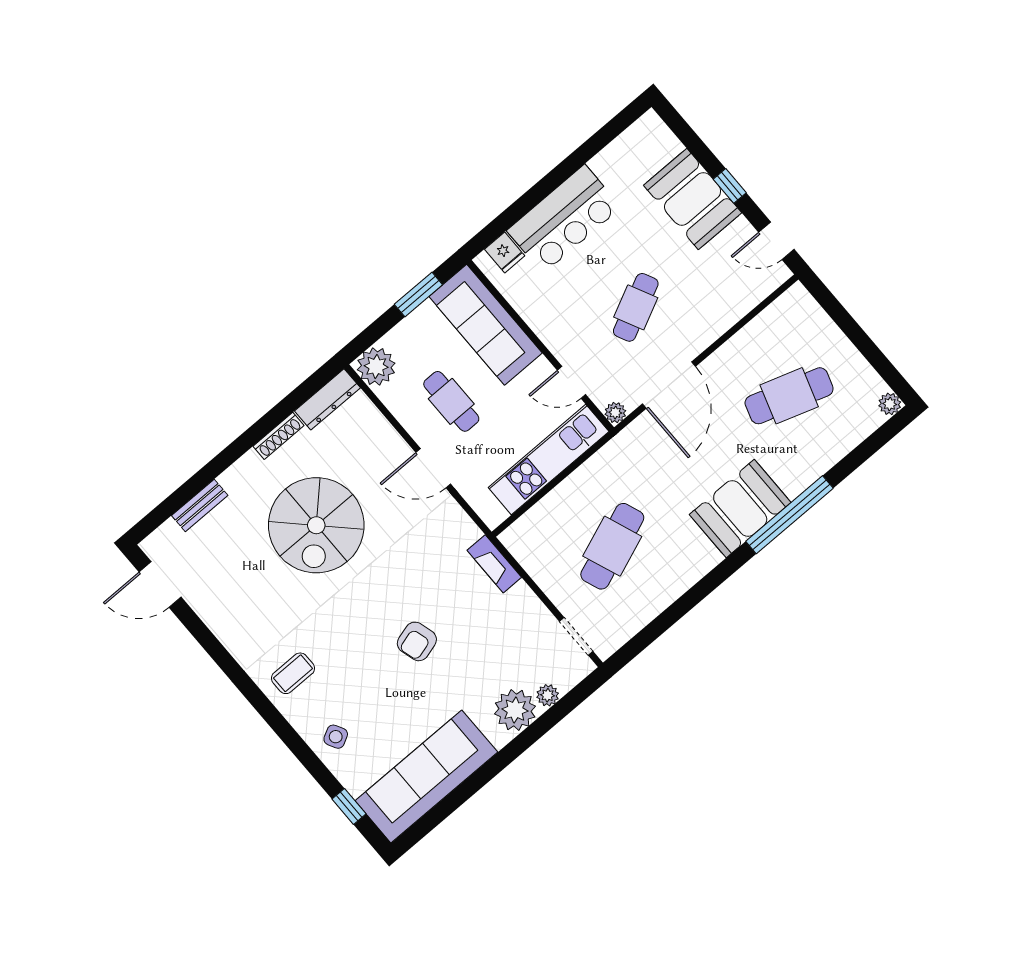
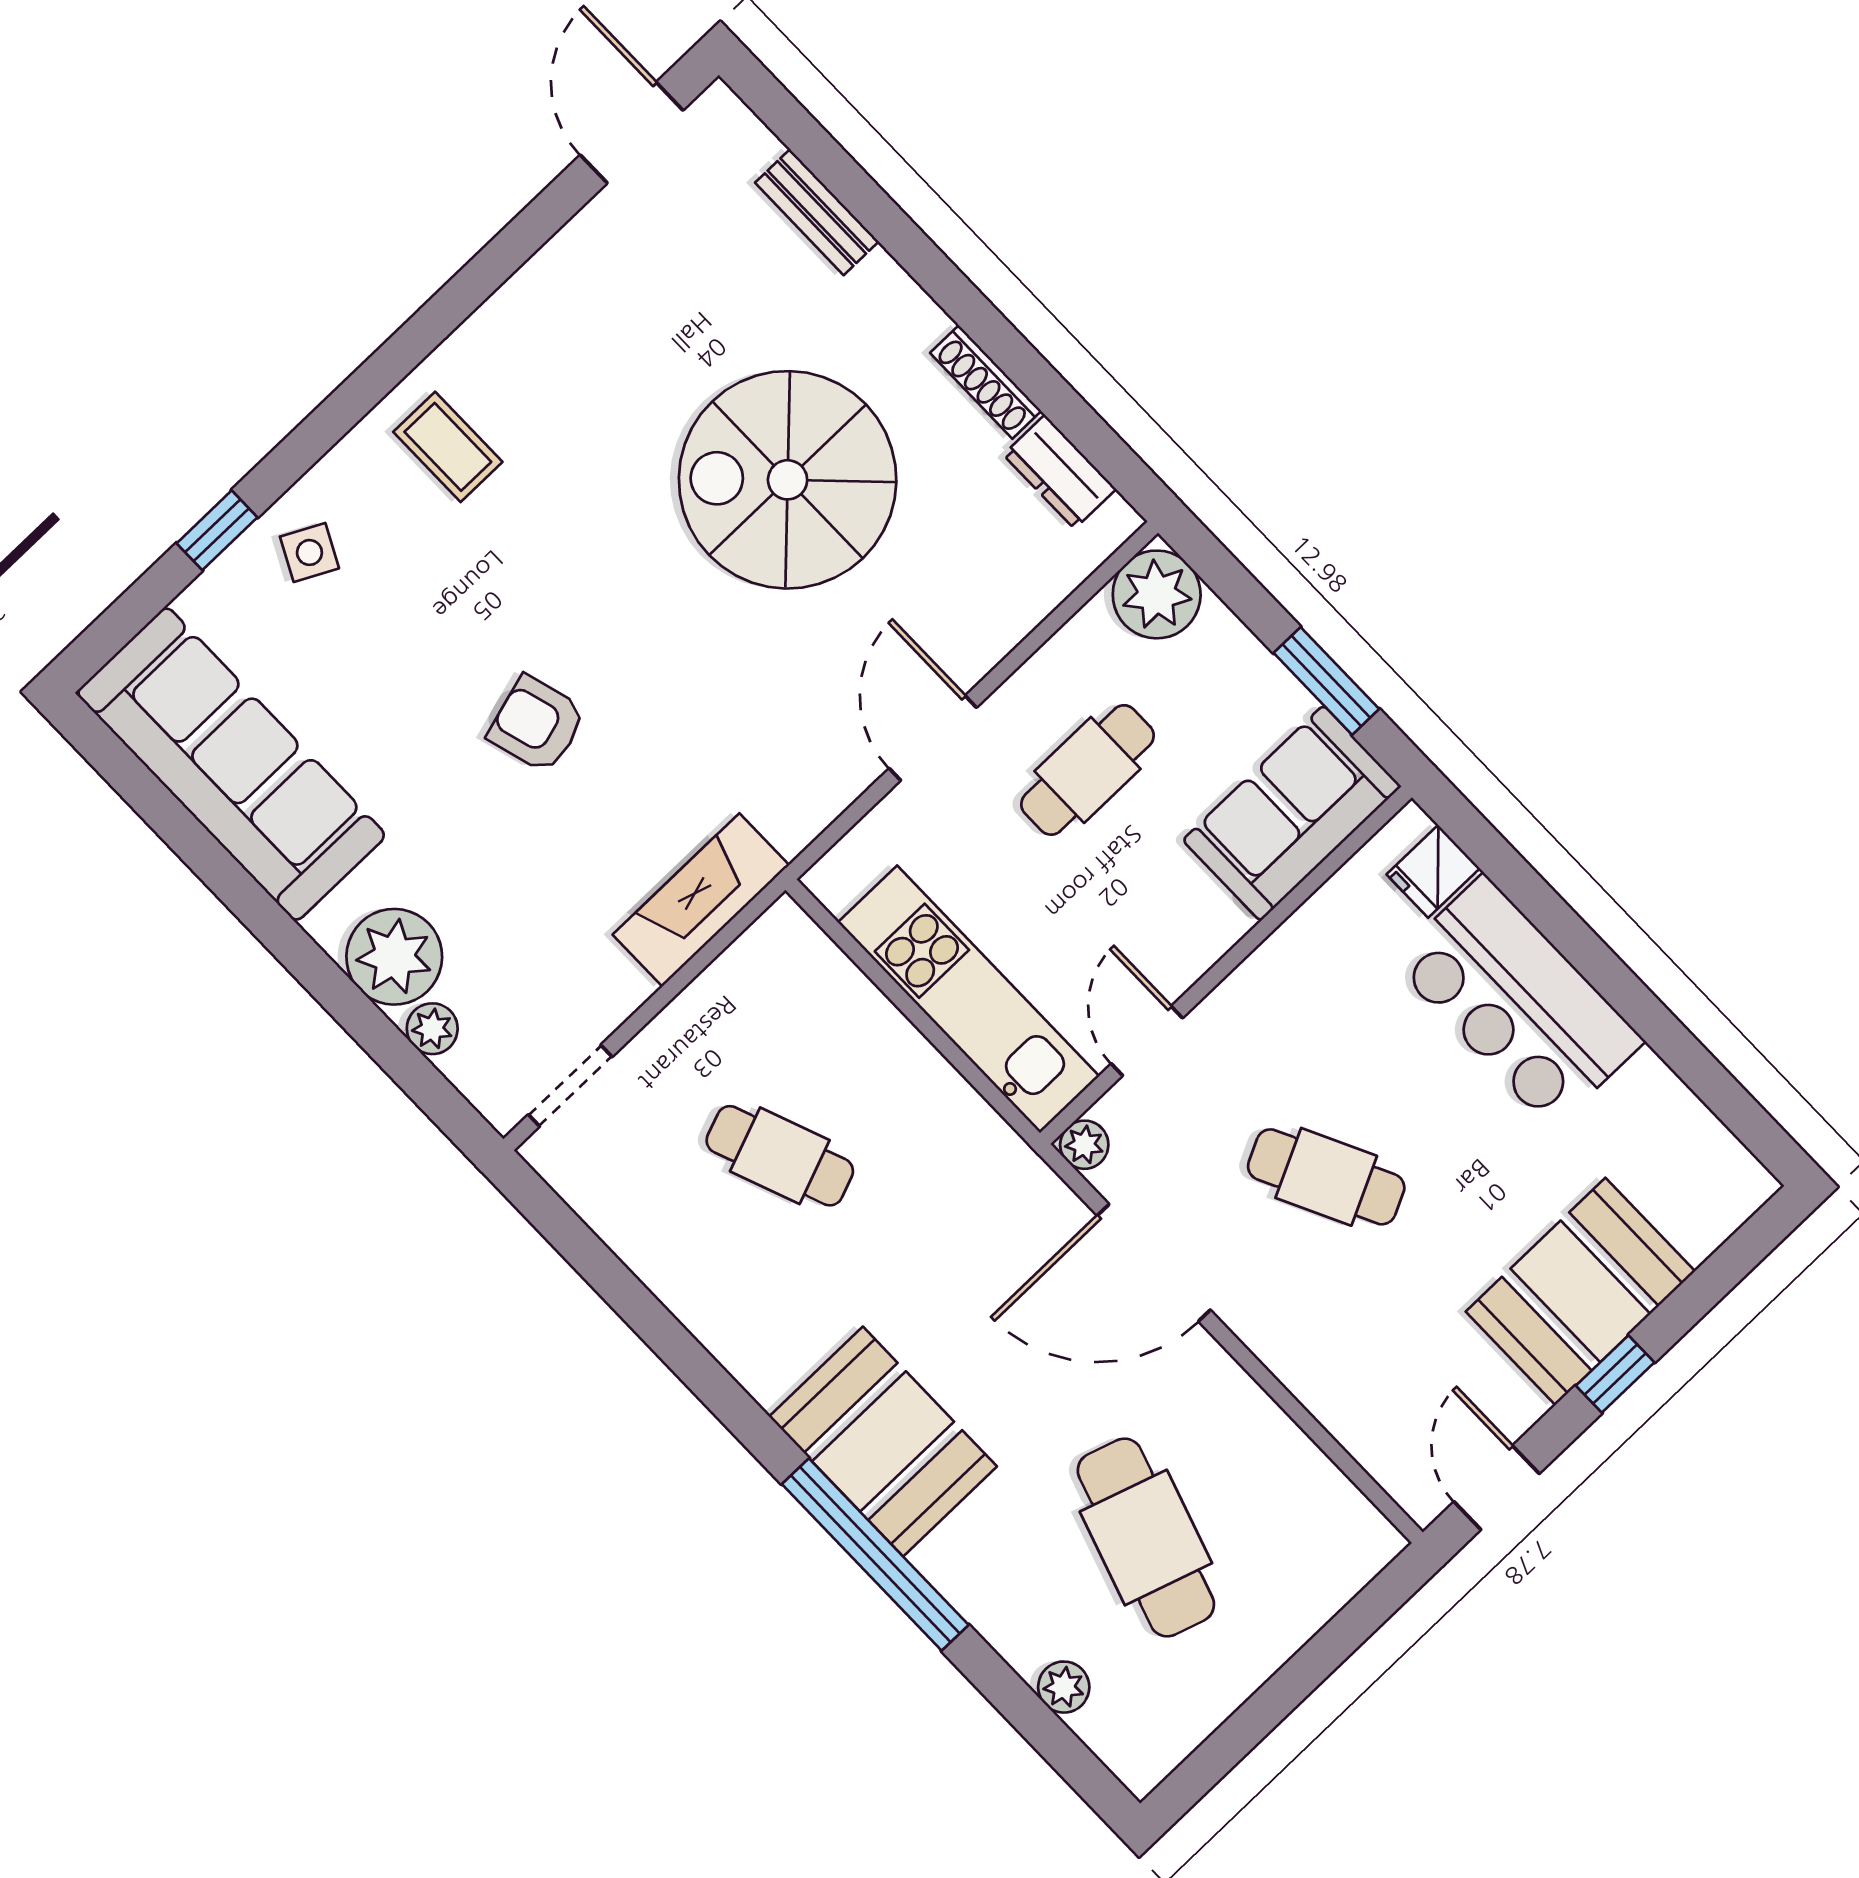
sofa: (486, 325) -> (1292, 813), width x0.73
dresser: (327, 399) -> (1060, 472), width x0.70
plant: (890, 404) -> (1064, 1687), moved
cafe table: (612, 546) -> (780, 1156), width x0.73, depth x0.74
fireplace: (494, 564) -> (701, 900), width x1.37, depth x1.32
side table: (336, 737) -> (309, 552), turned -35
window: (349, 806) -> (217, 530), moved

